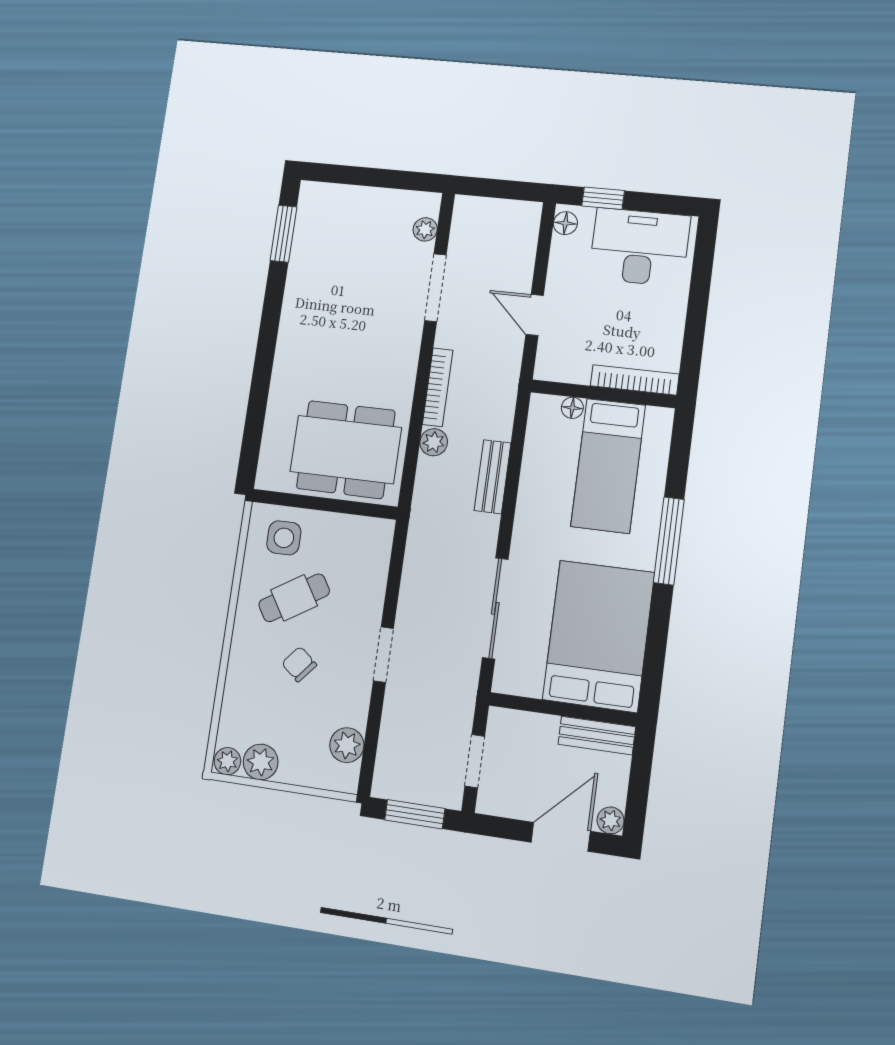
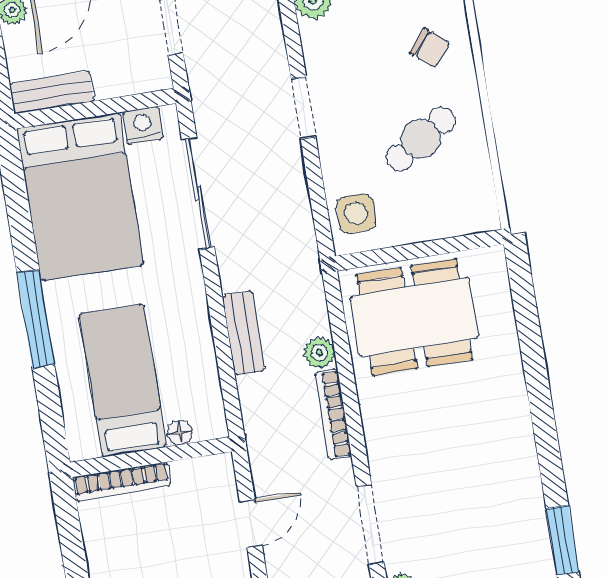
door: (535, 315) -> (251, 524), hinge flipped
side table: (284, 538) -> (356, 213), moved
chair: (299, 664) -> (430, 48), moved
nightstand: (525, 682) -> (143, 125), added

